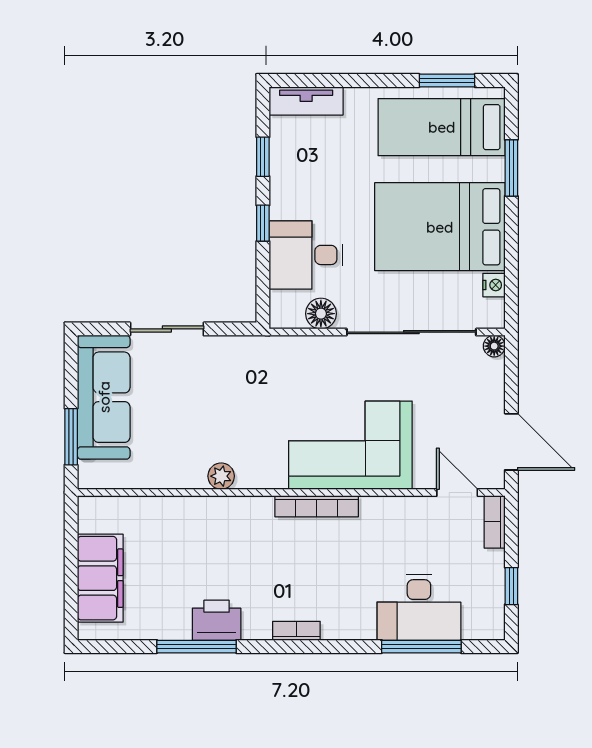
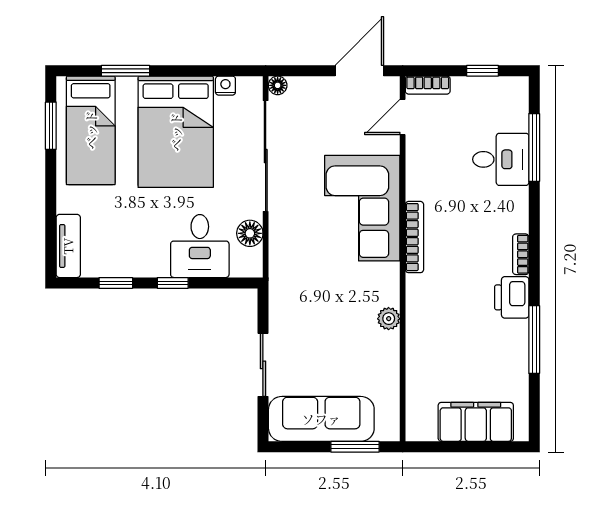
desk: (419, 607) -> (501, 159), width x0.73
printer: (217, 620) -> (512, 297), moved

